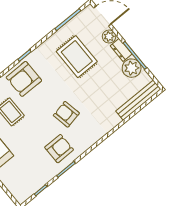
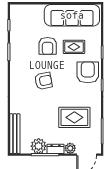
armchair: (59, 149) -> (48, 46), moved

